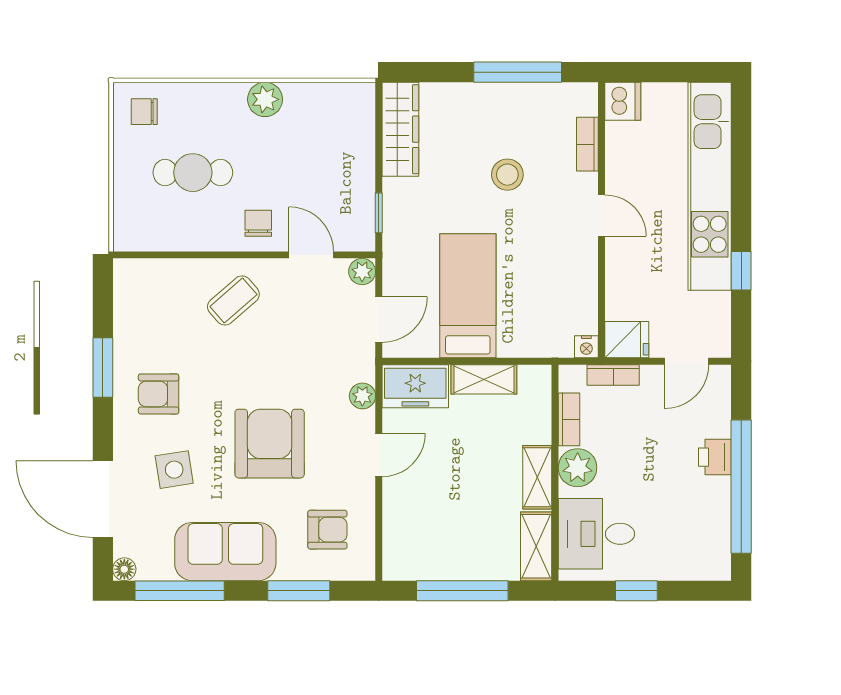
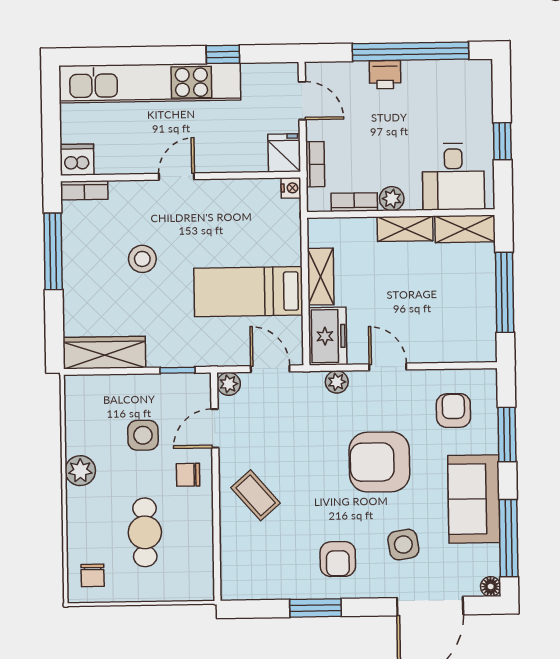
bookcase: (587, 144) -> (84, 190), moved
side table: (305, 172) -> (143, 435), added
plant: (578, 468) -> (392, 199), width x0.73, depth x0.73

